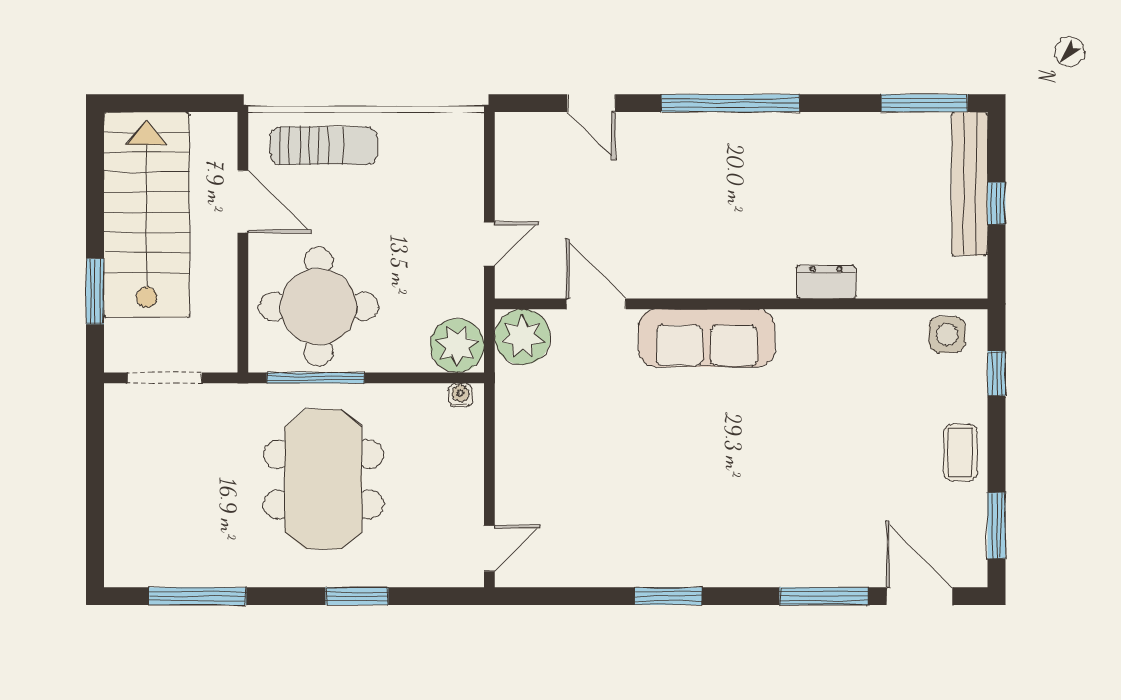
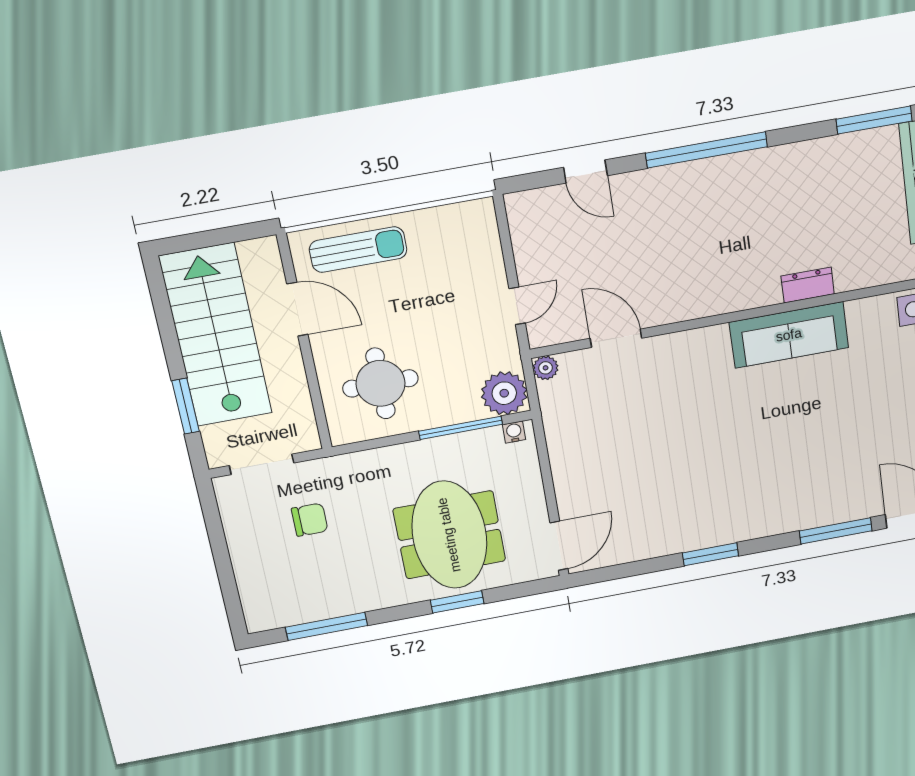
round table: (319, 307) -> (380, 383), width x0.73, depth x0.73
plant: (522, 337) -> (546, 368), width x0.53, depth x0.53
sofa: (707, 338) -> (789, 335), moved
window: (315, 378) -> (461, 428), moved
chair: (205, 457) -> (310, 520), added
meeting table: (323, 479) -> (449, 535), moved
door: (489, 548) -> (559, 546), width x1.38

